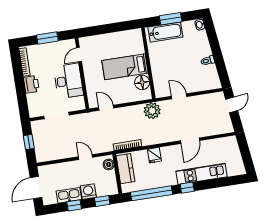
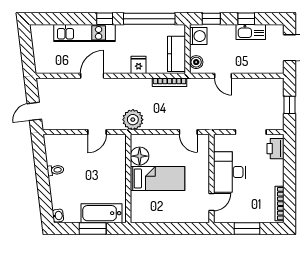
printer: (31, 84) -> (276, 149), moved
door: (179, 96) -> (97, 132), hinge flipped
washing machine: (88, 192) -> (198, 36), moved, turned -90

